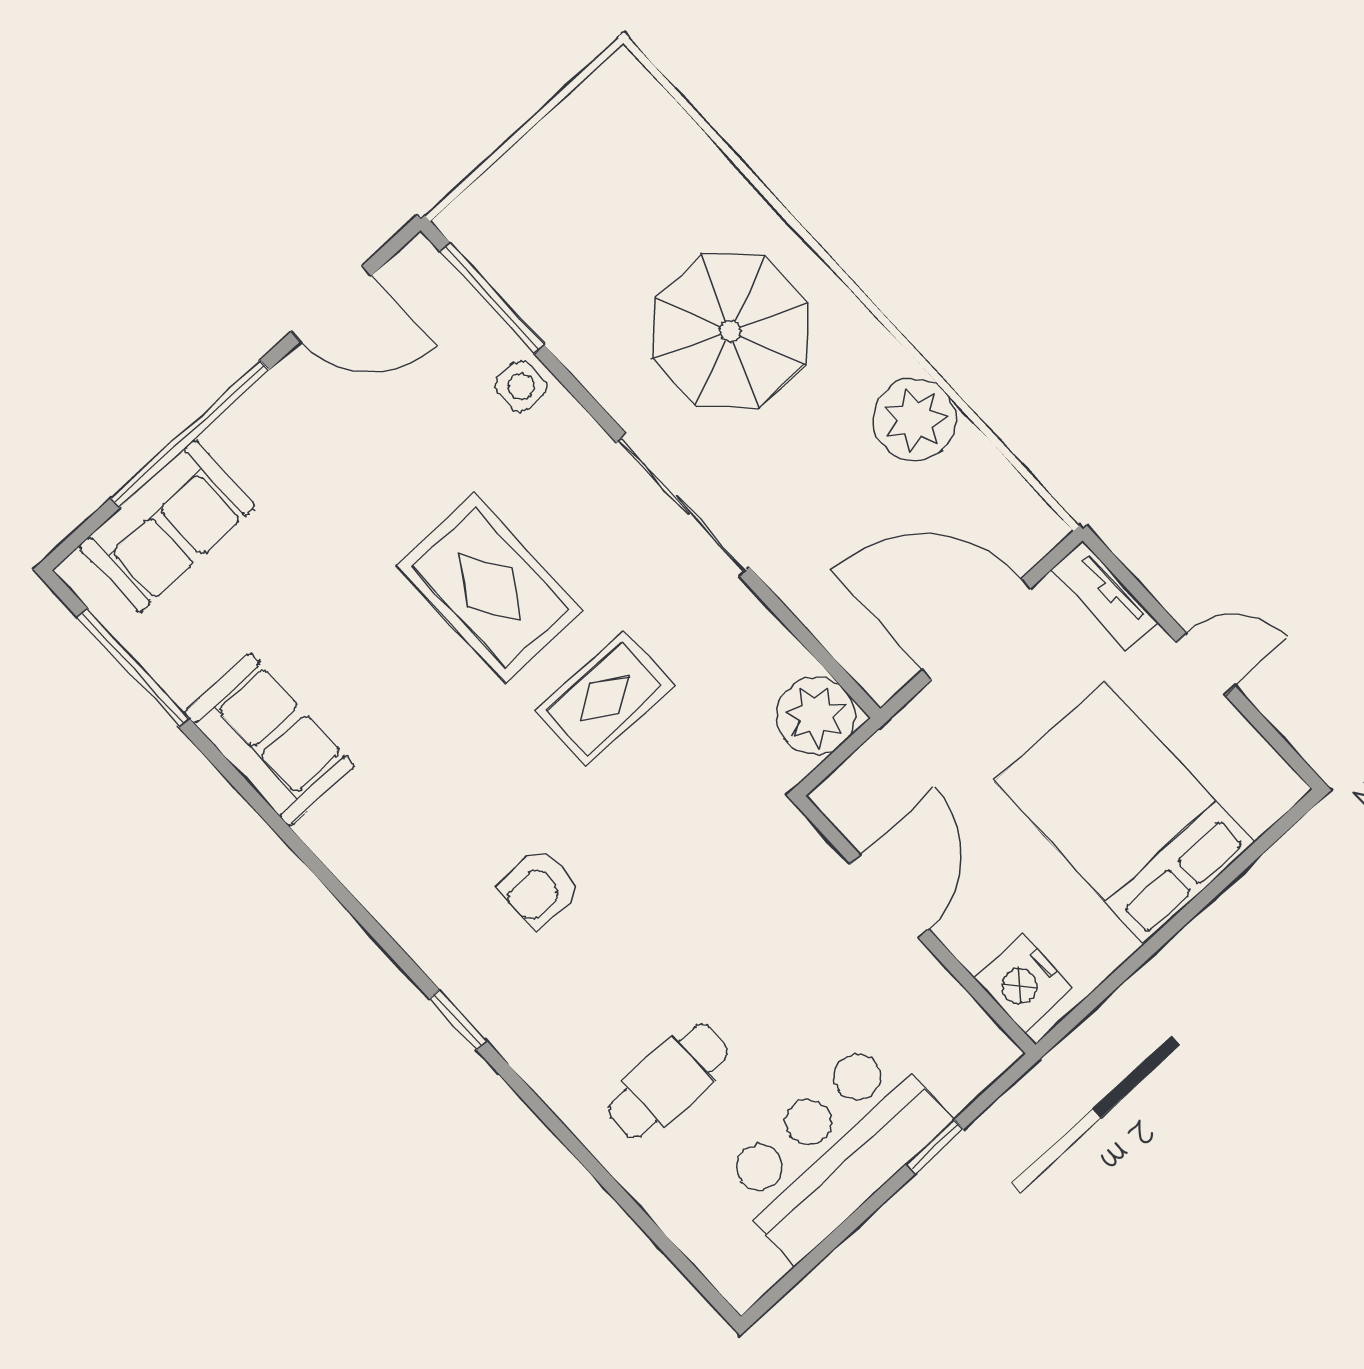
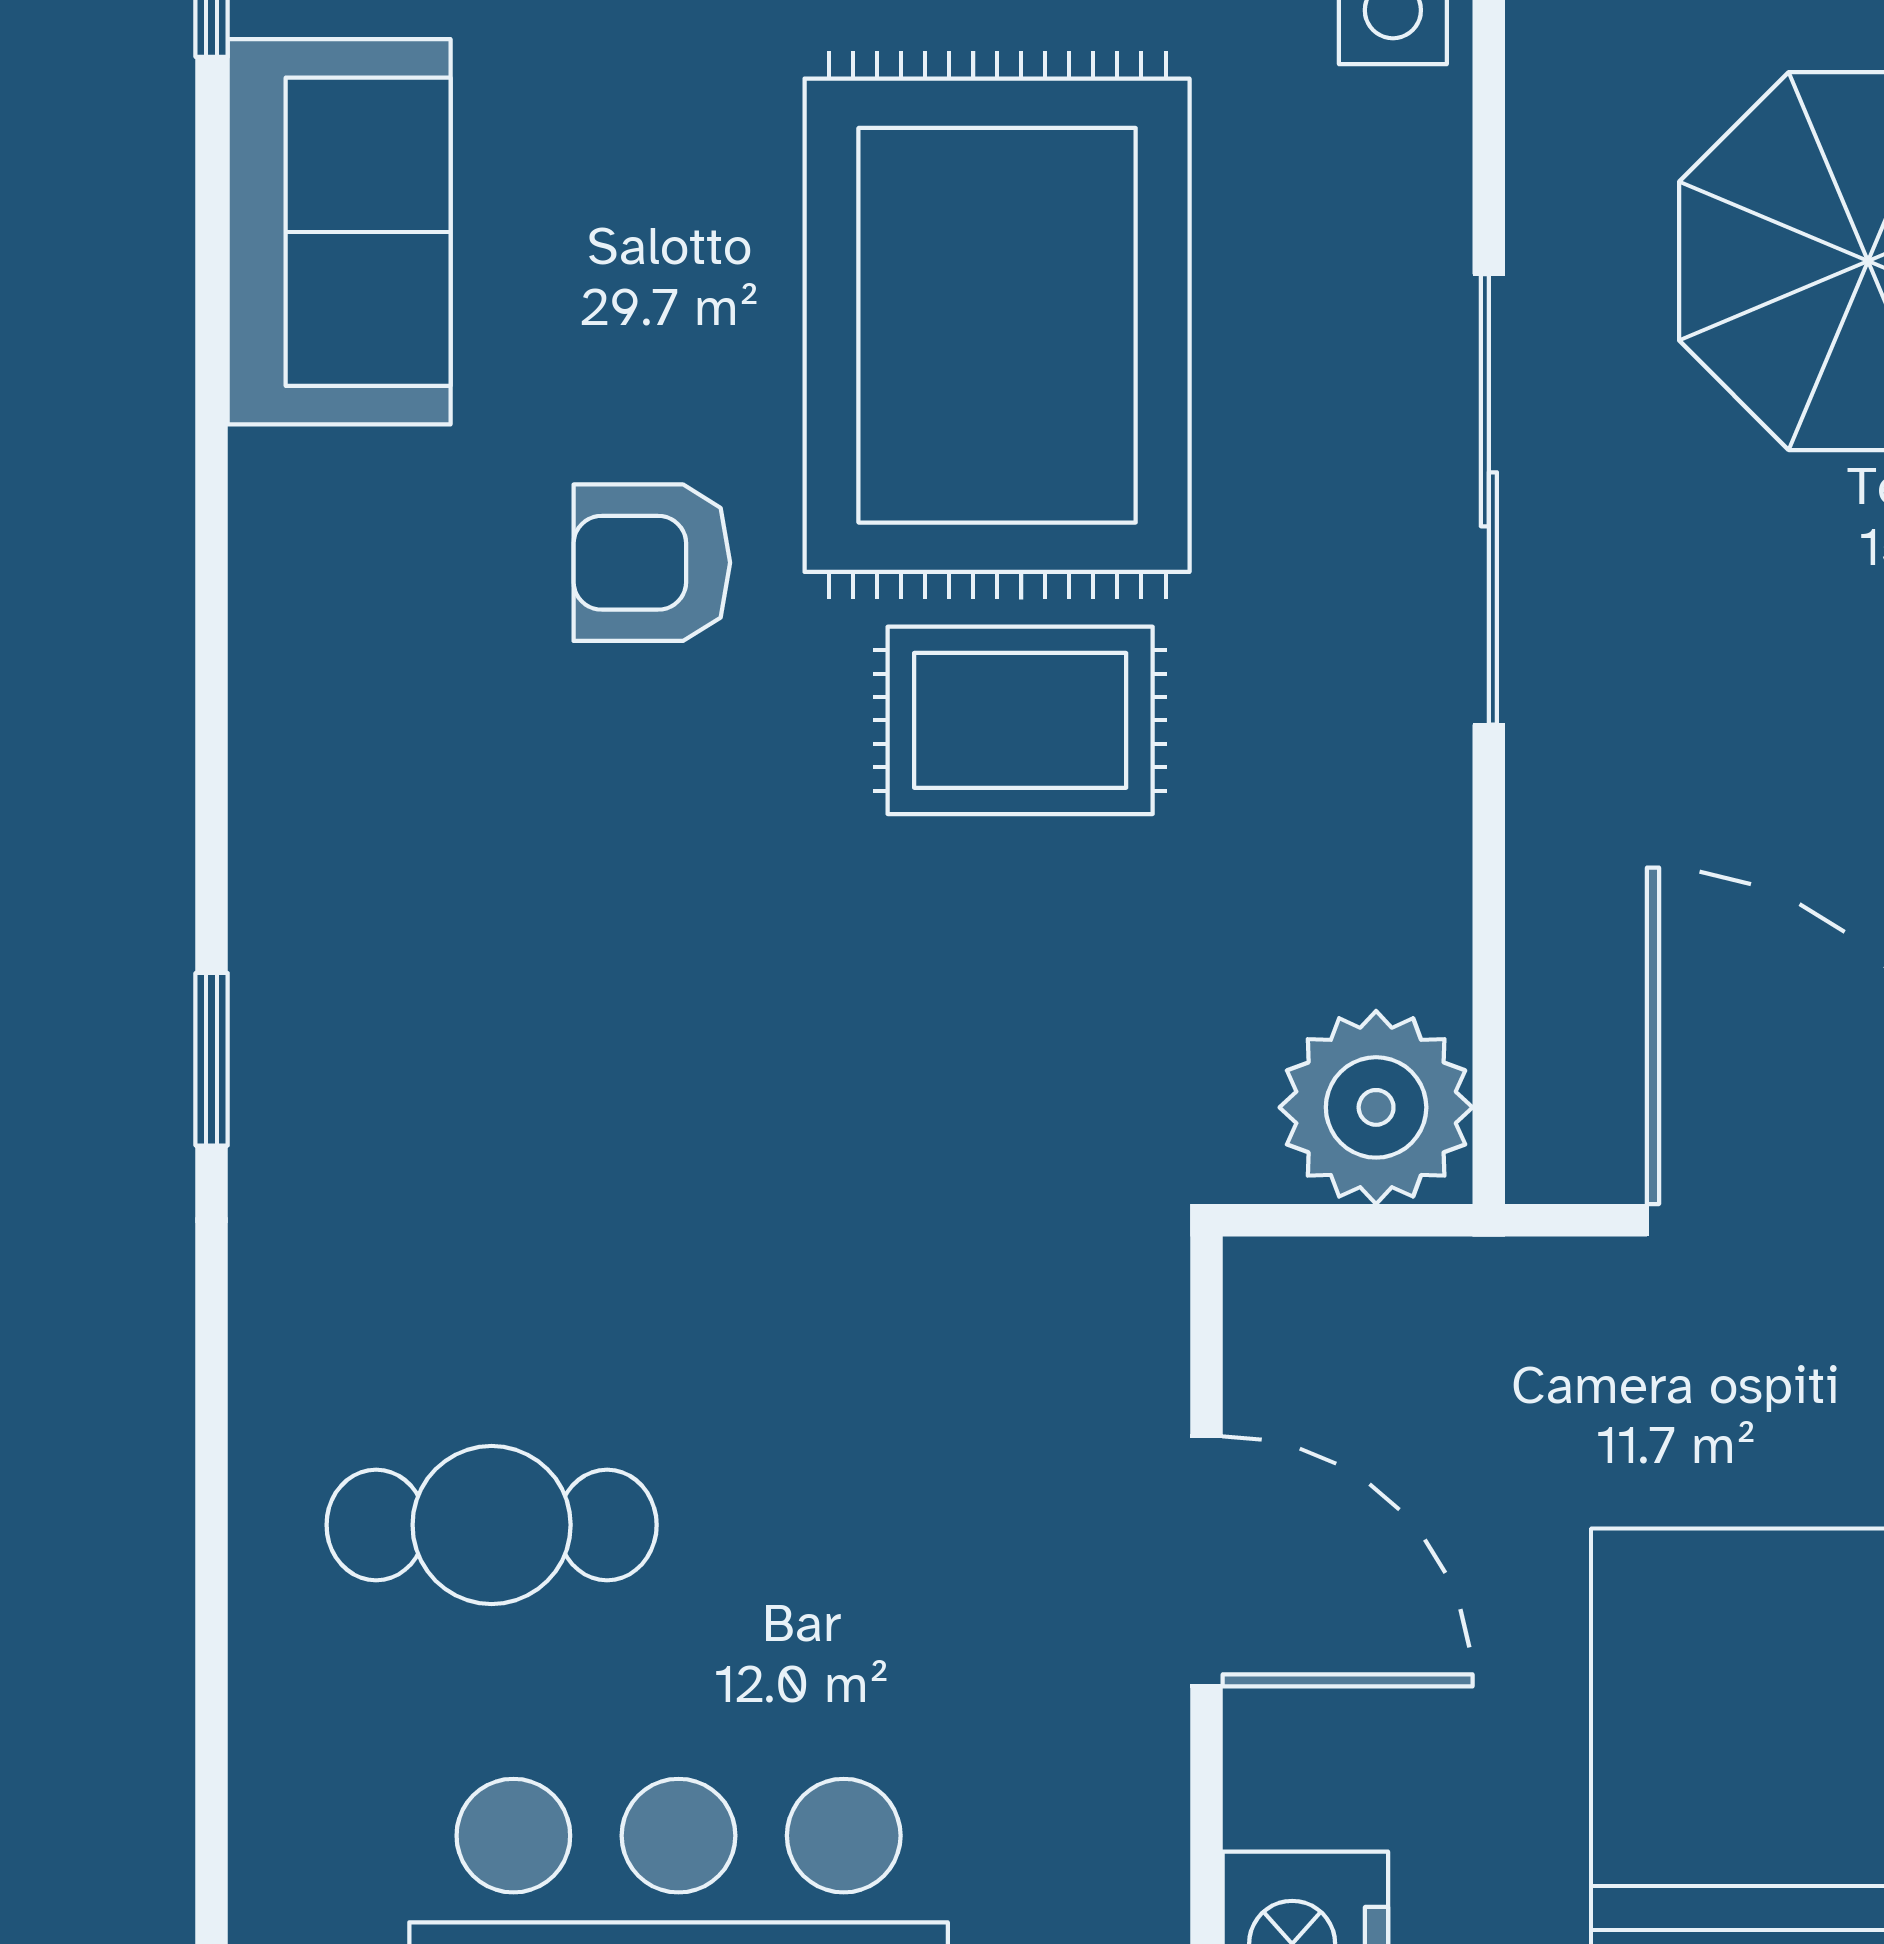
rug: (490, 588) -> (997, 325), width x1.37, depth x1.44
armchair: (540, 888) -> (652, 563), moved
door: (890, 897) -> (1207, 1561), hinge flipped

